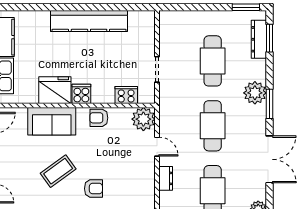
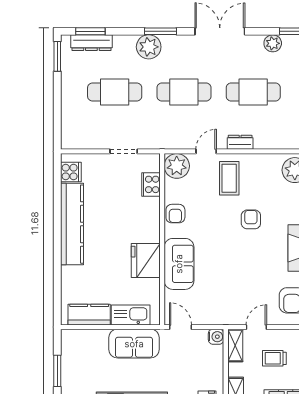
cooker: (81, 94) -> (71, 172), moved, turned 180
coffee table: (58, 171) -> (229, 178), moved, turned 36

